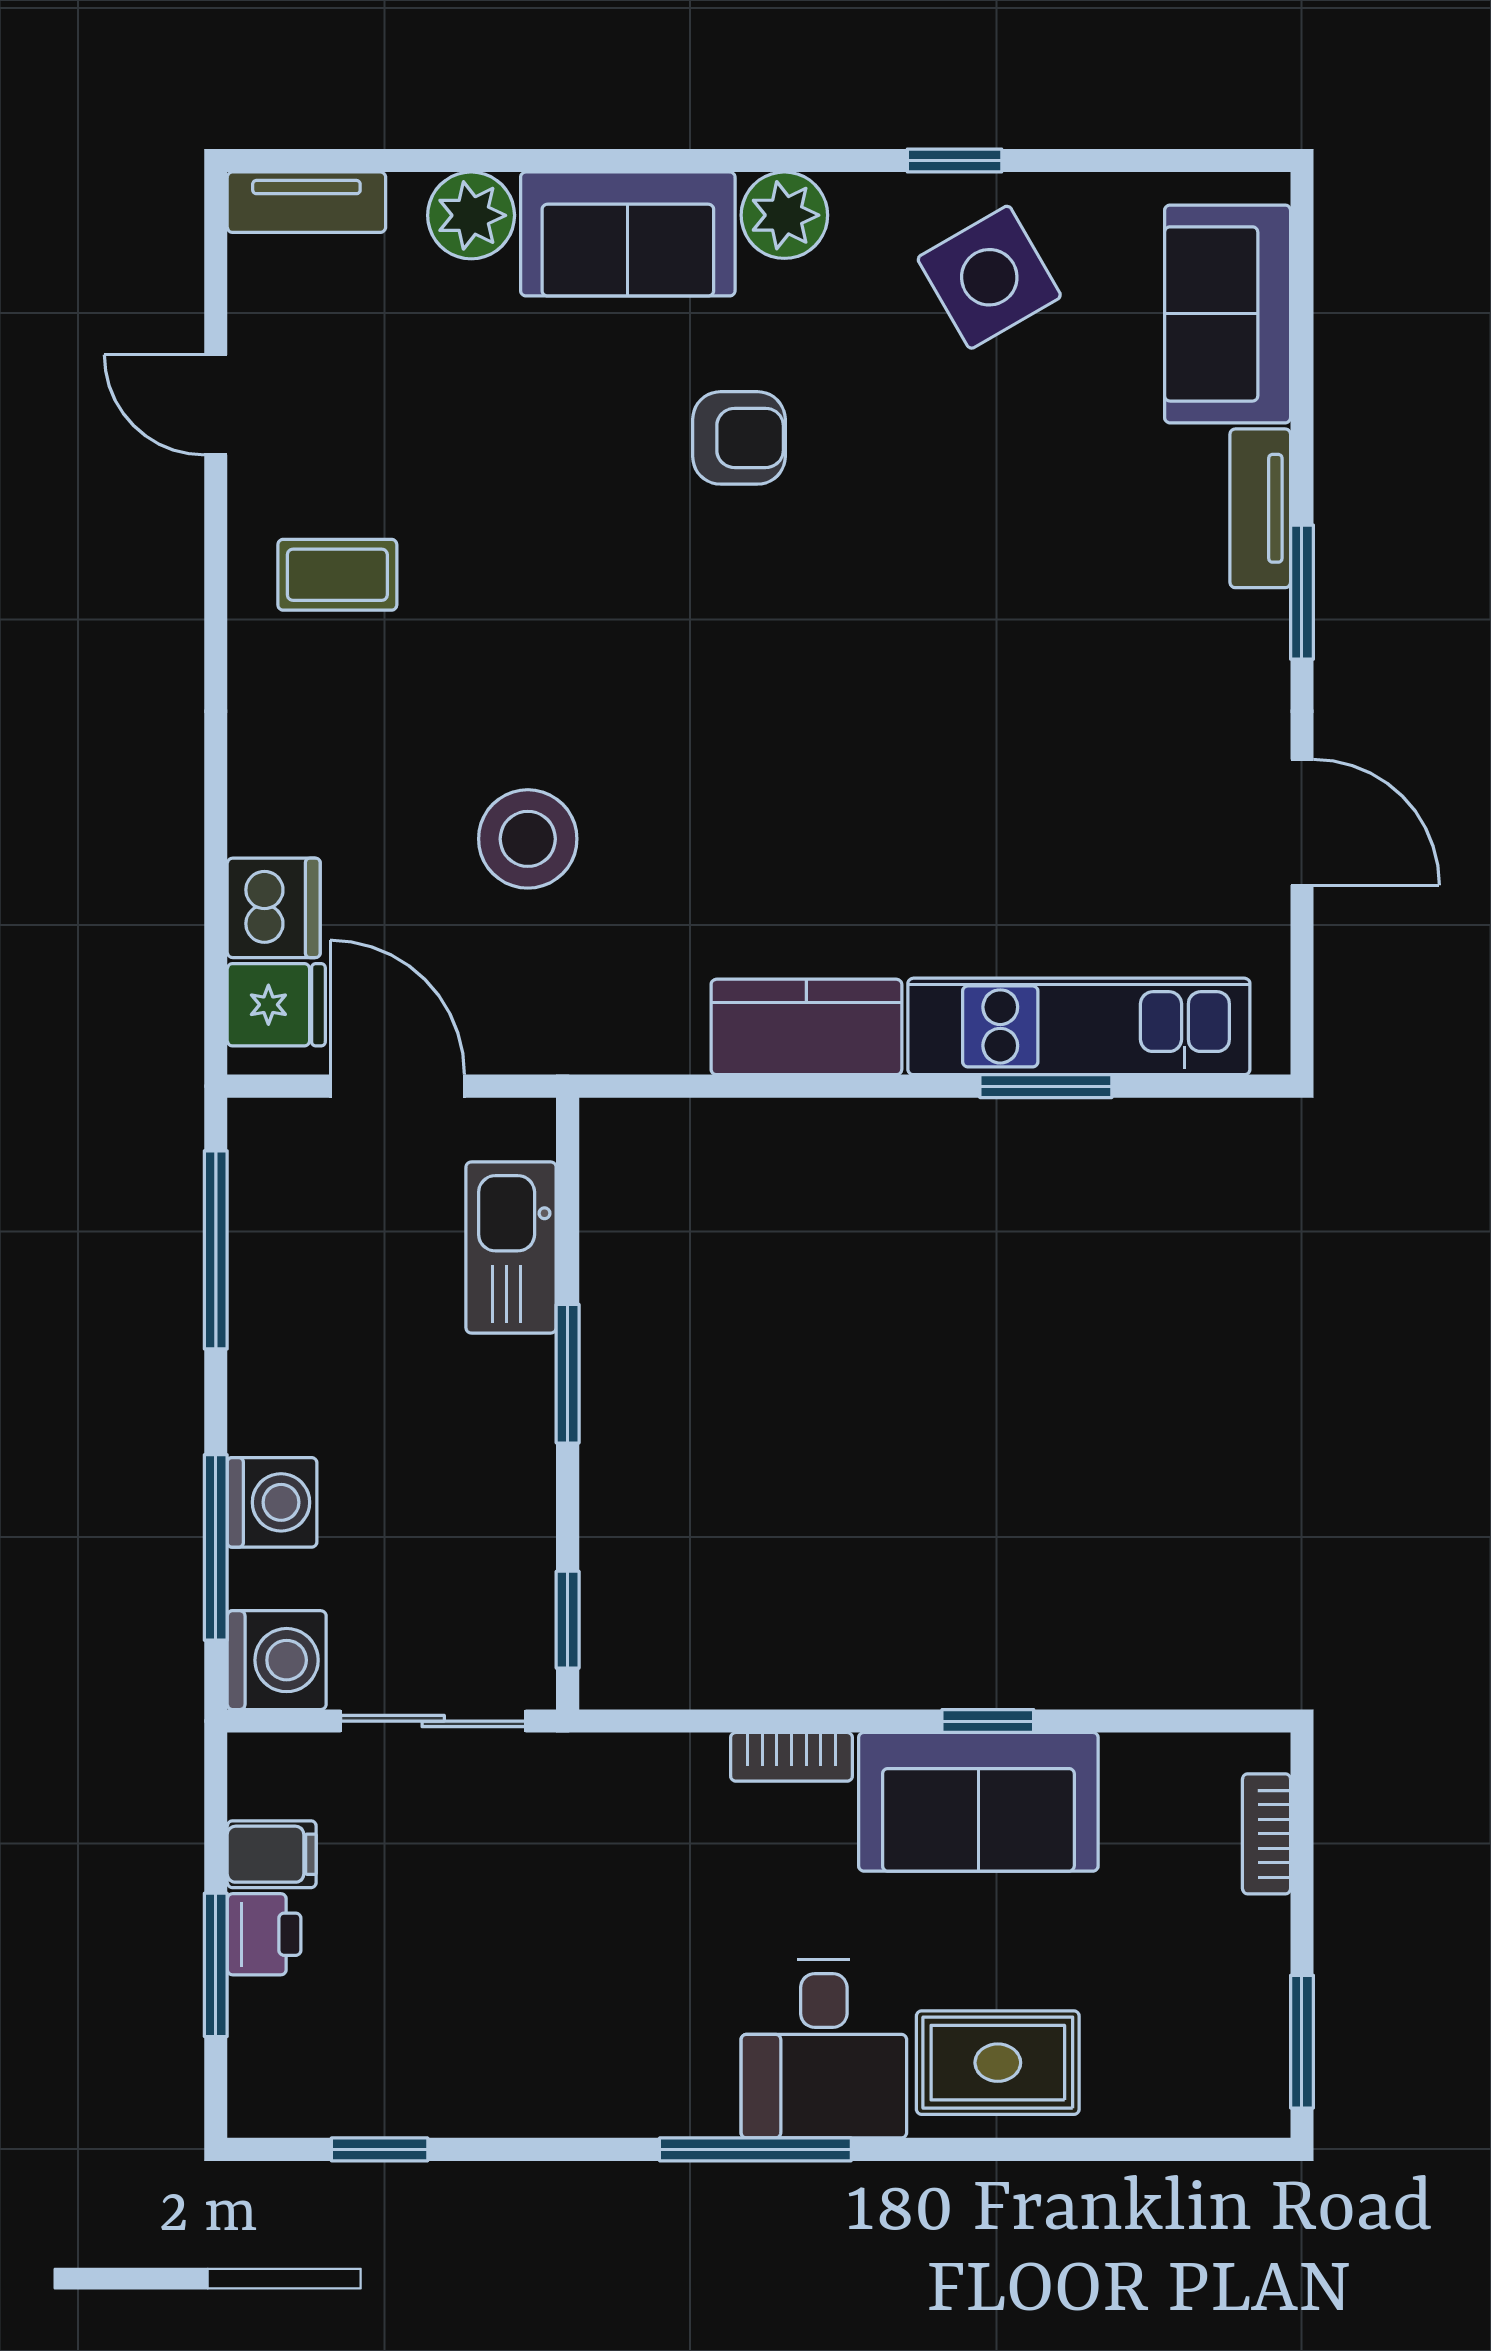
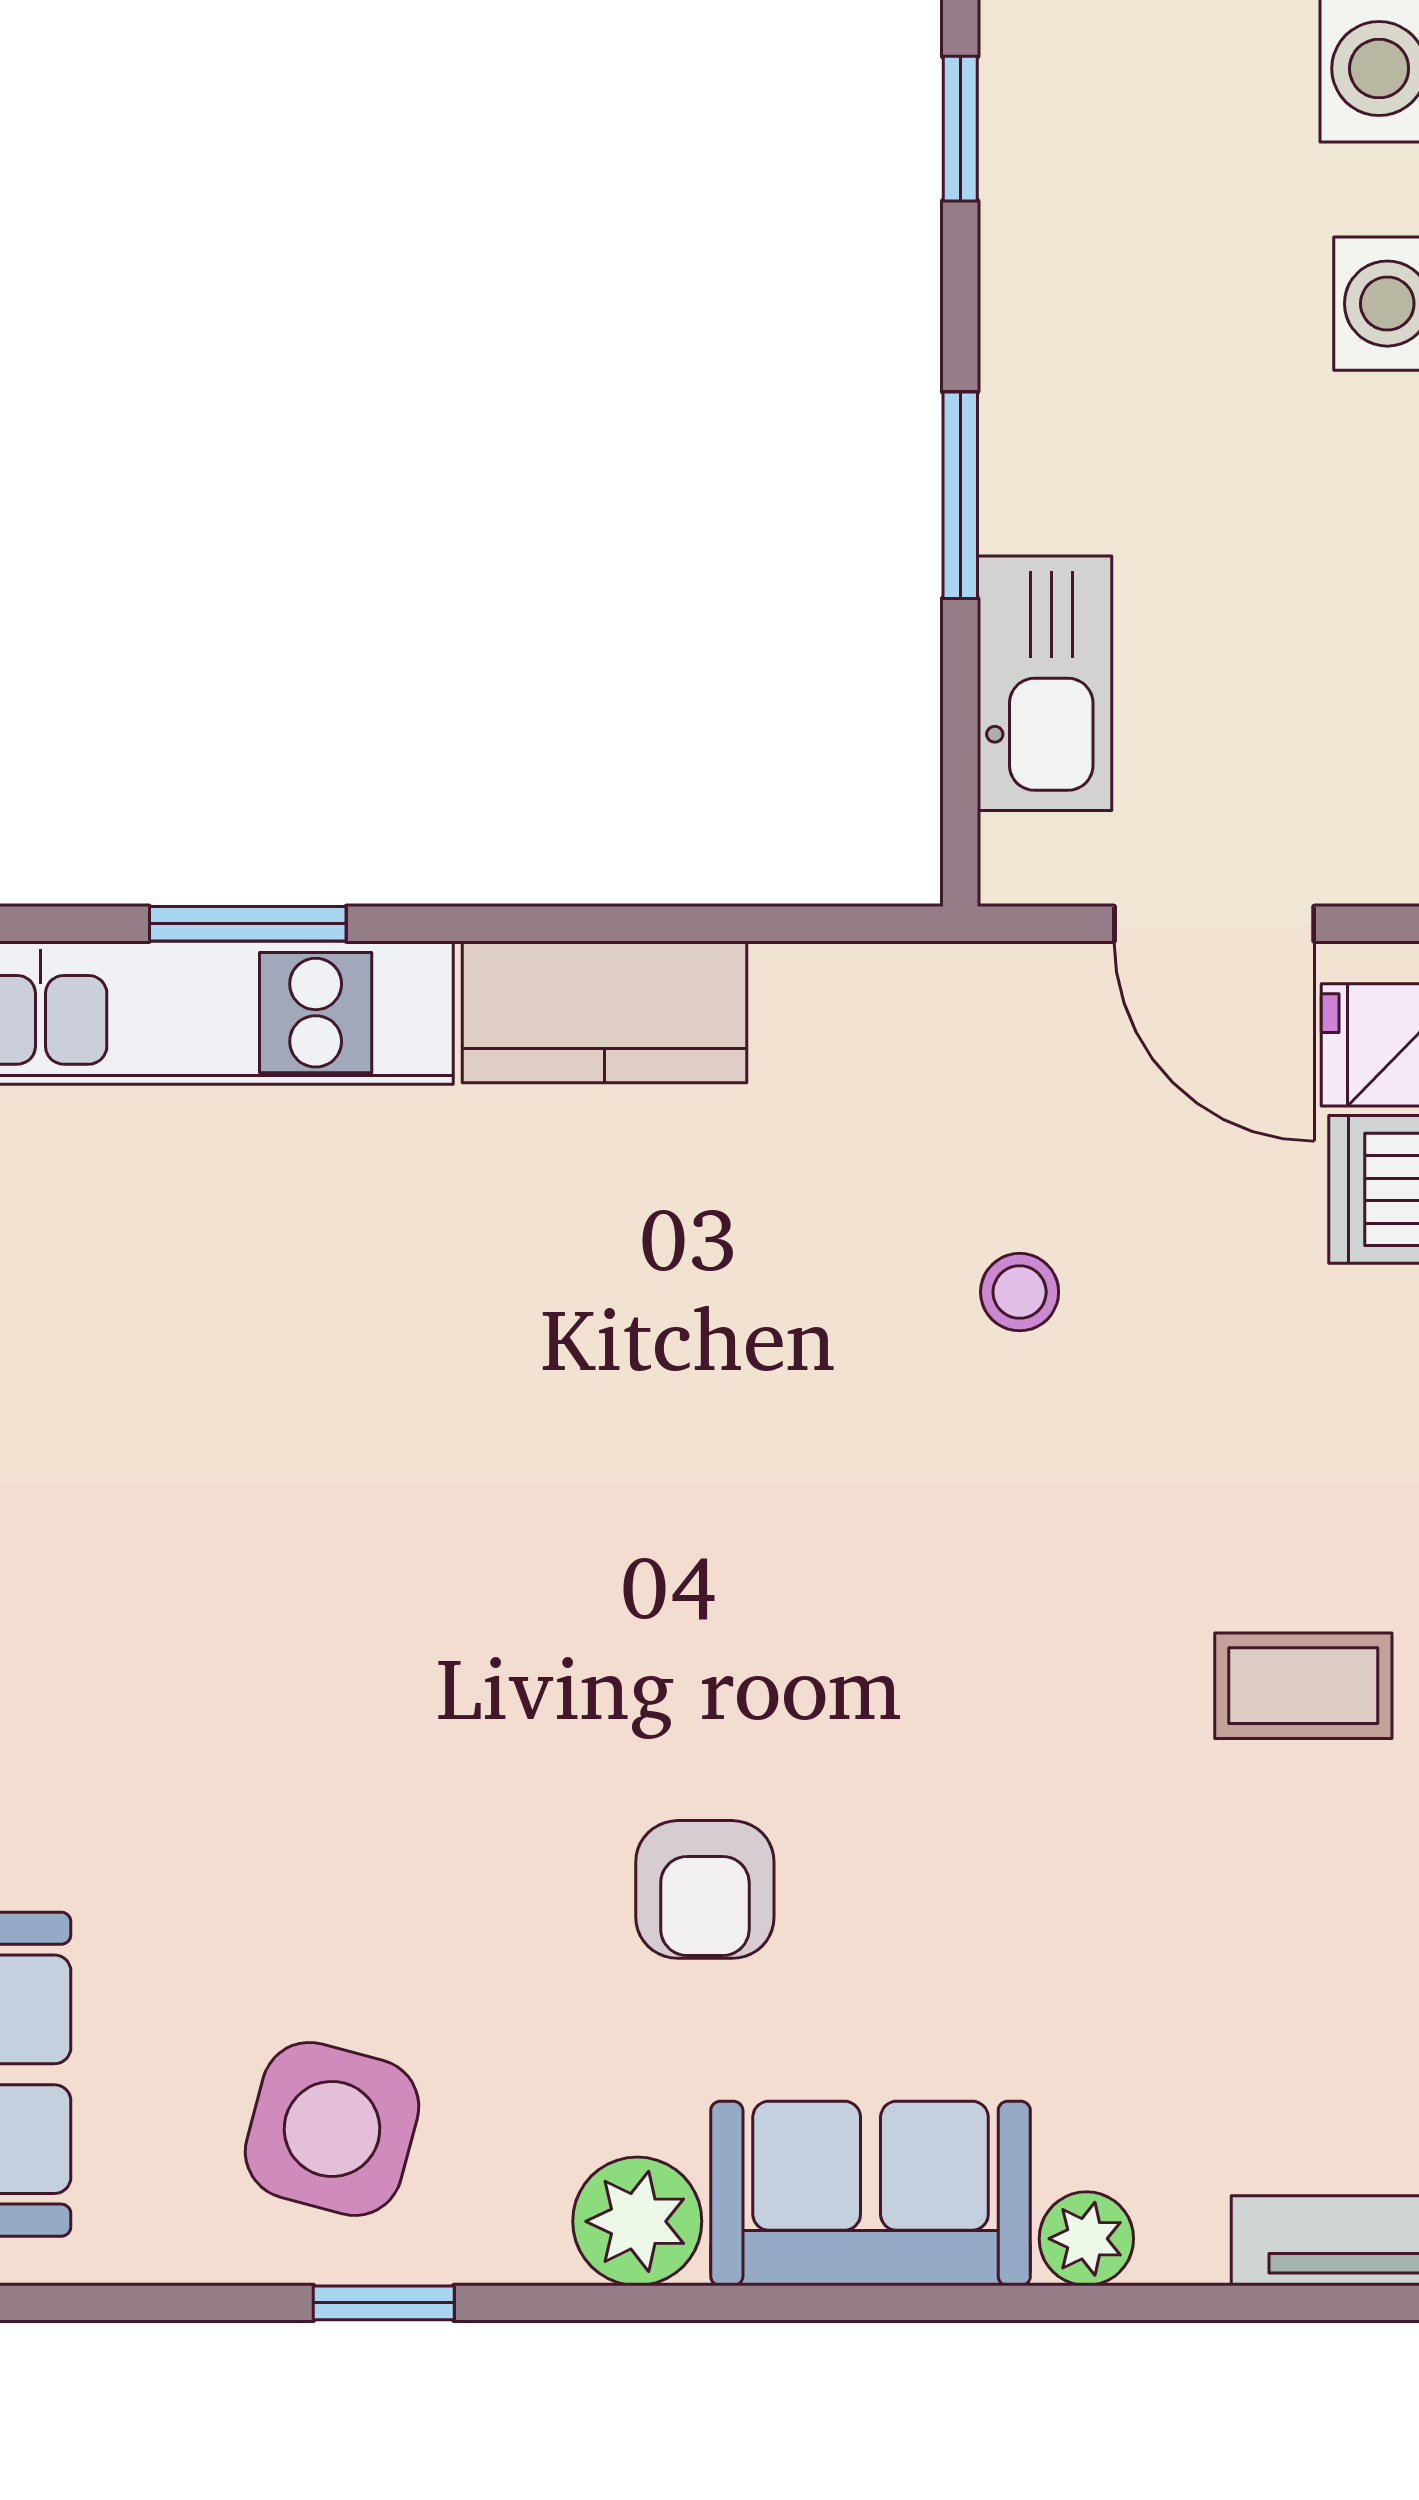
plant: (471, 215) -> (1086, 2239), width x0.73, depth x0.73
side table: (989, 277) -> (332, 2129), turned 45
armchair: (739, 438) -> (705, 1889), turned -90
stool: (528, 839) -> (1020, 1292), width x0.53, depth x0.53

